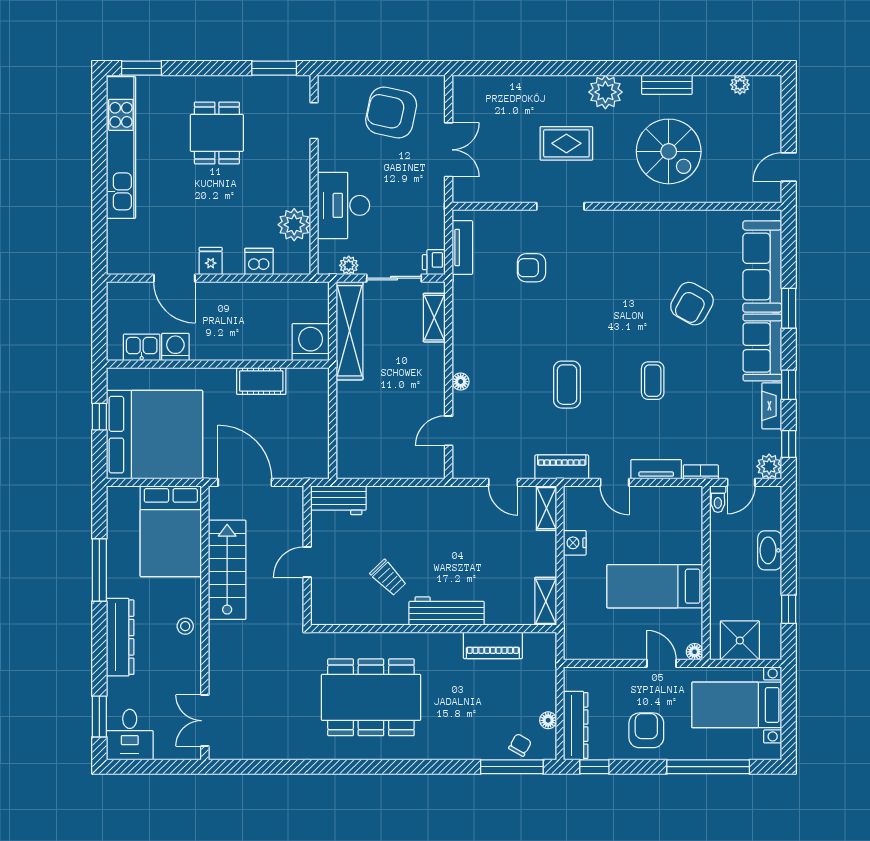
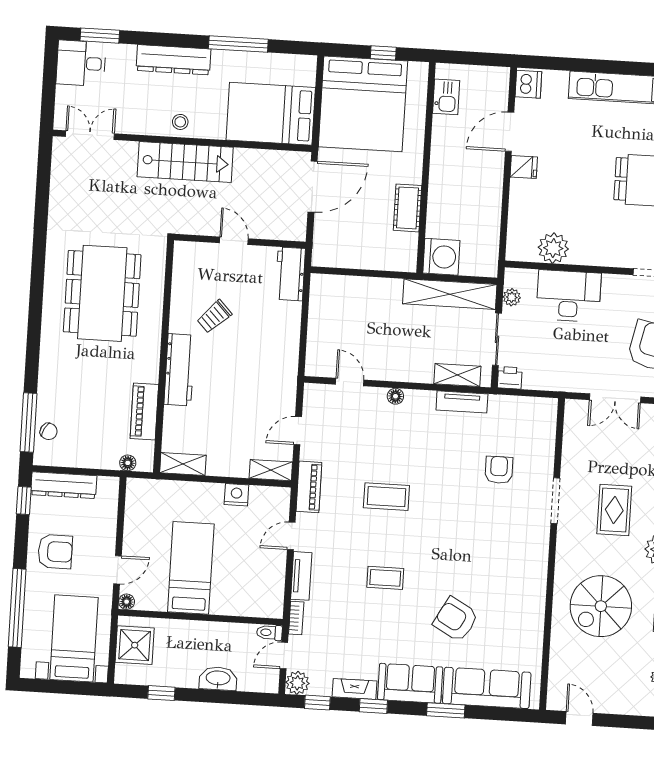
tv unit: (462, 247) -> (462, 402), moved
dishwasher: (259, 261) -> (528, 84), moved
washing machine: (175, 347) -> (445, 129), removed
door: (741, 482) -> (284, 656), hinge flipped
stairs: (227, 570) -> (185, 162), moved
floor lamp: (548, 720) -> (128, 463), moved

